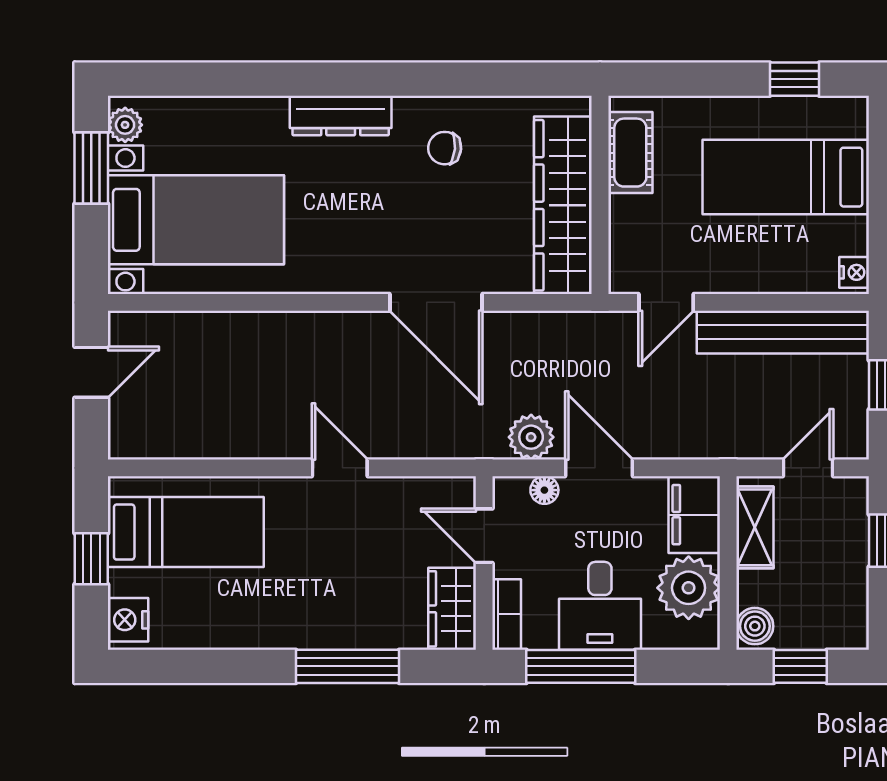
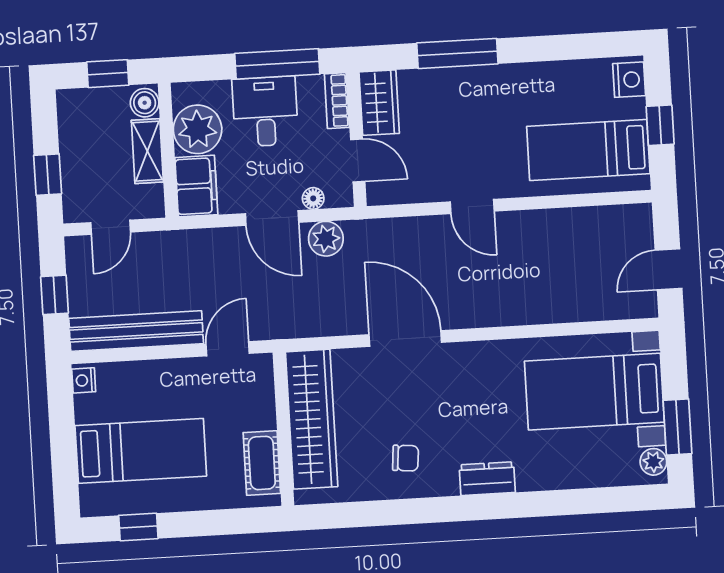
dresser: (341, 116) -> (487, 479), width x0.70
shelving: (755, 527) -> (147, 151), moved

